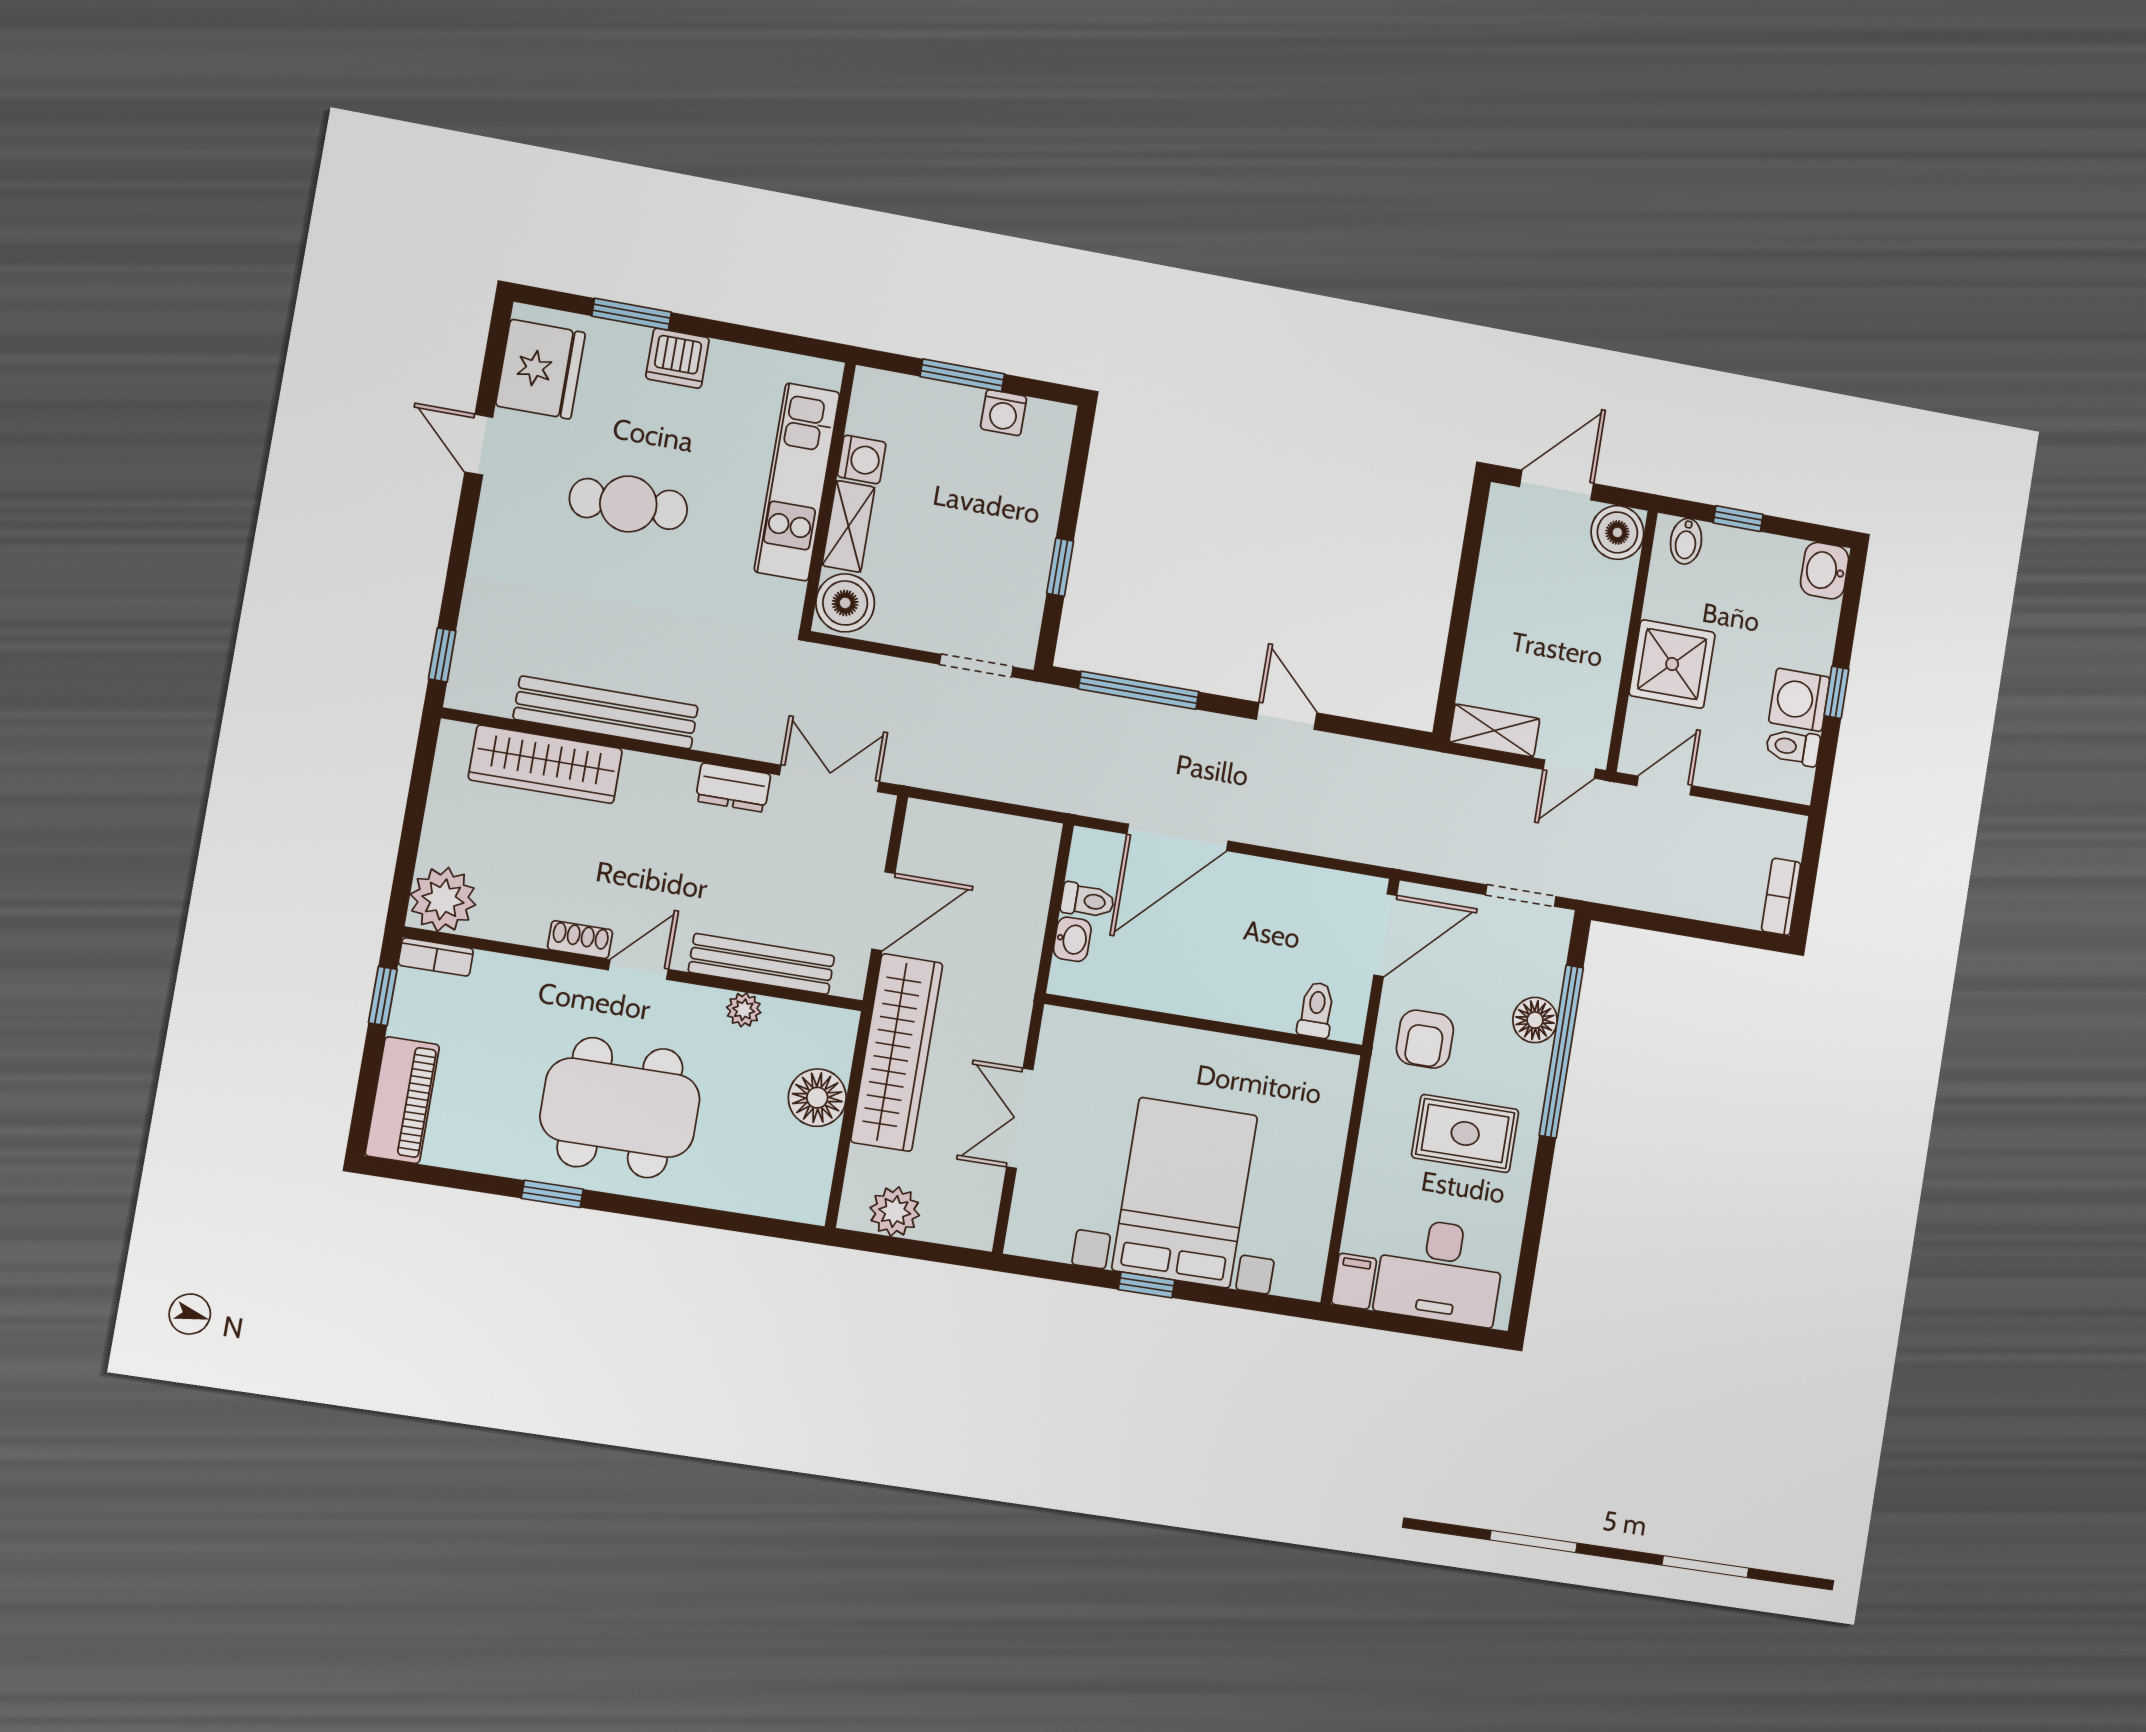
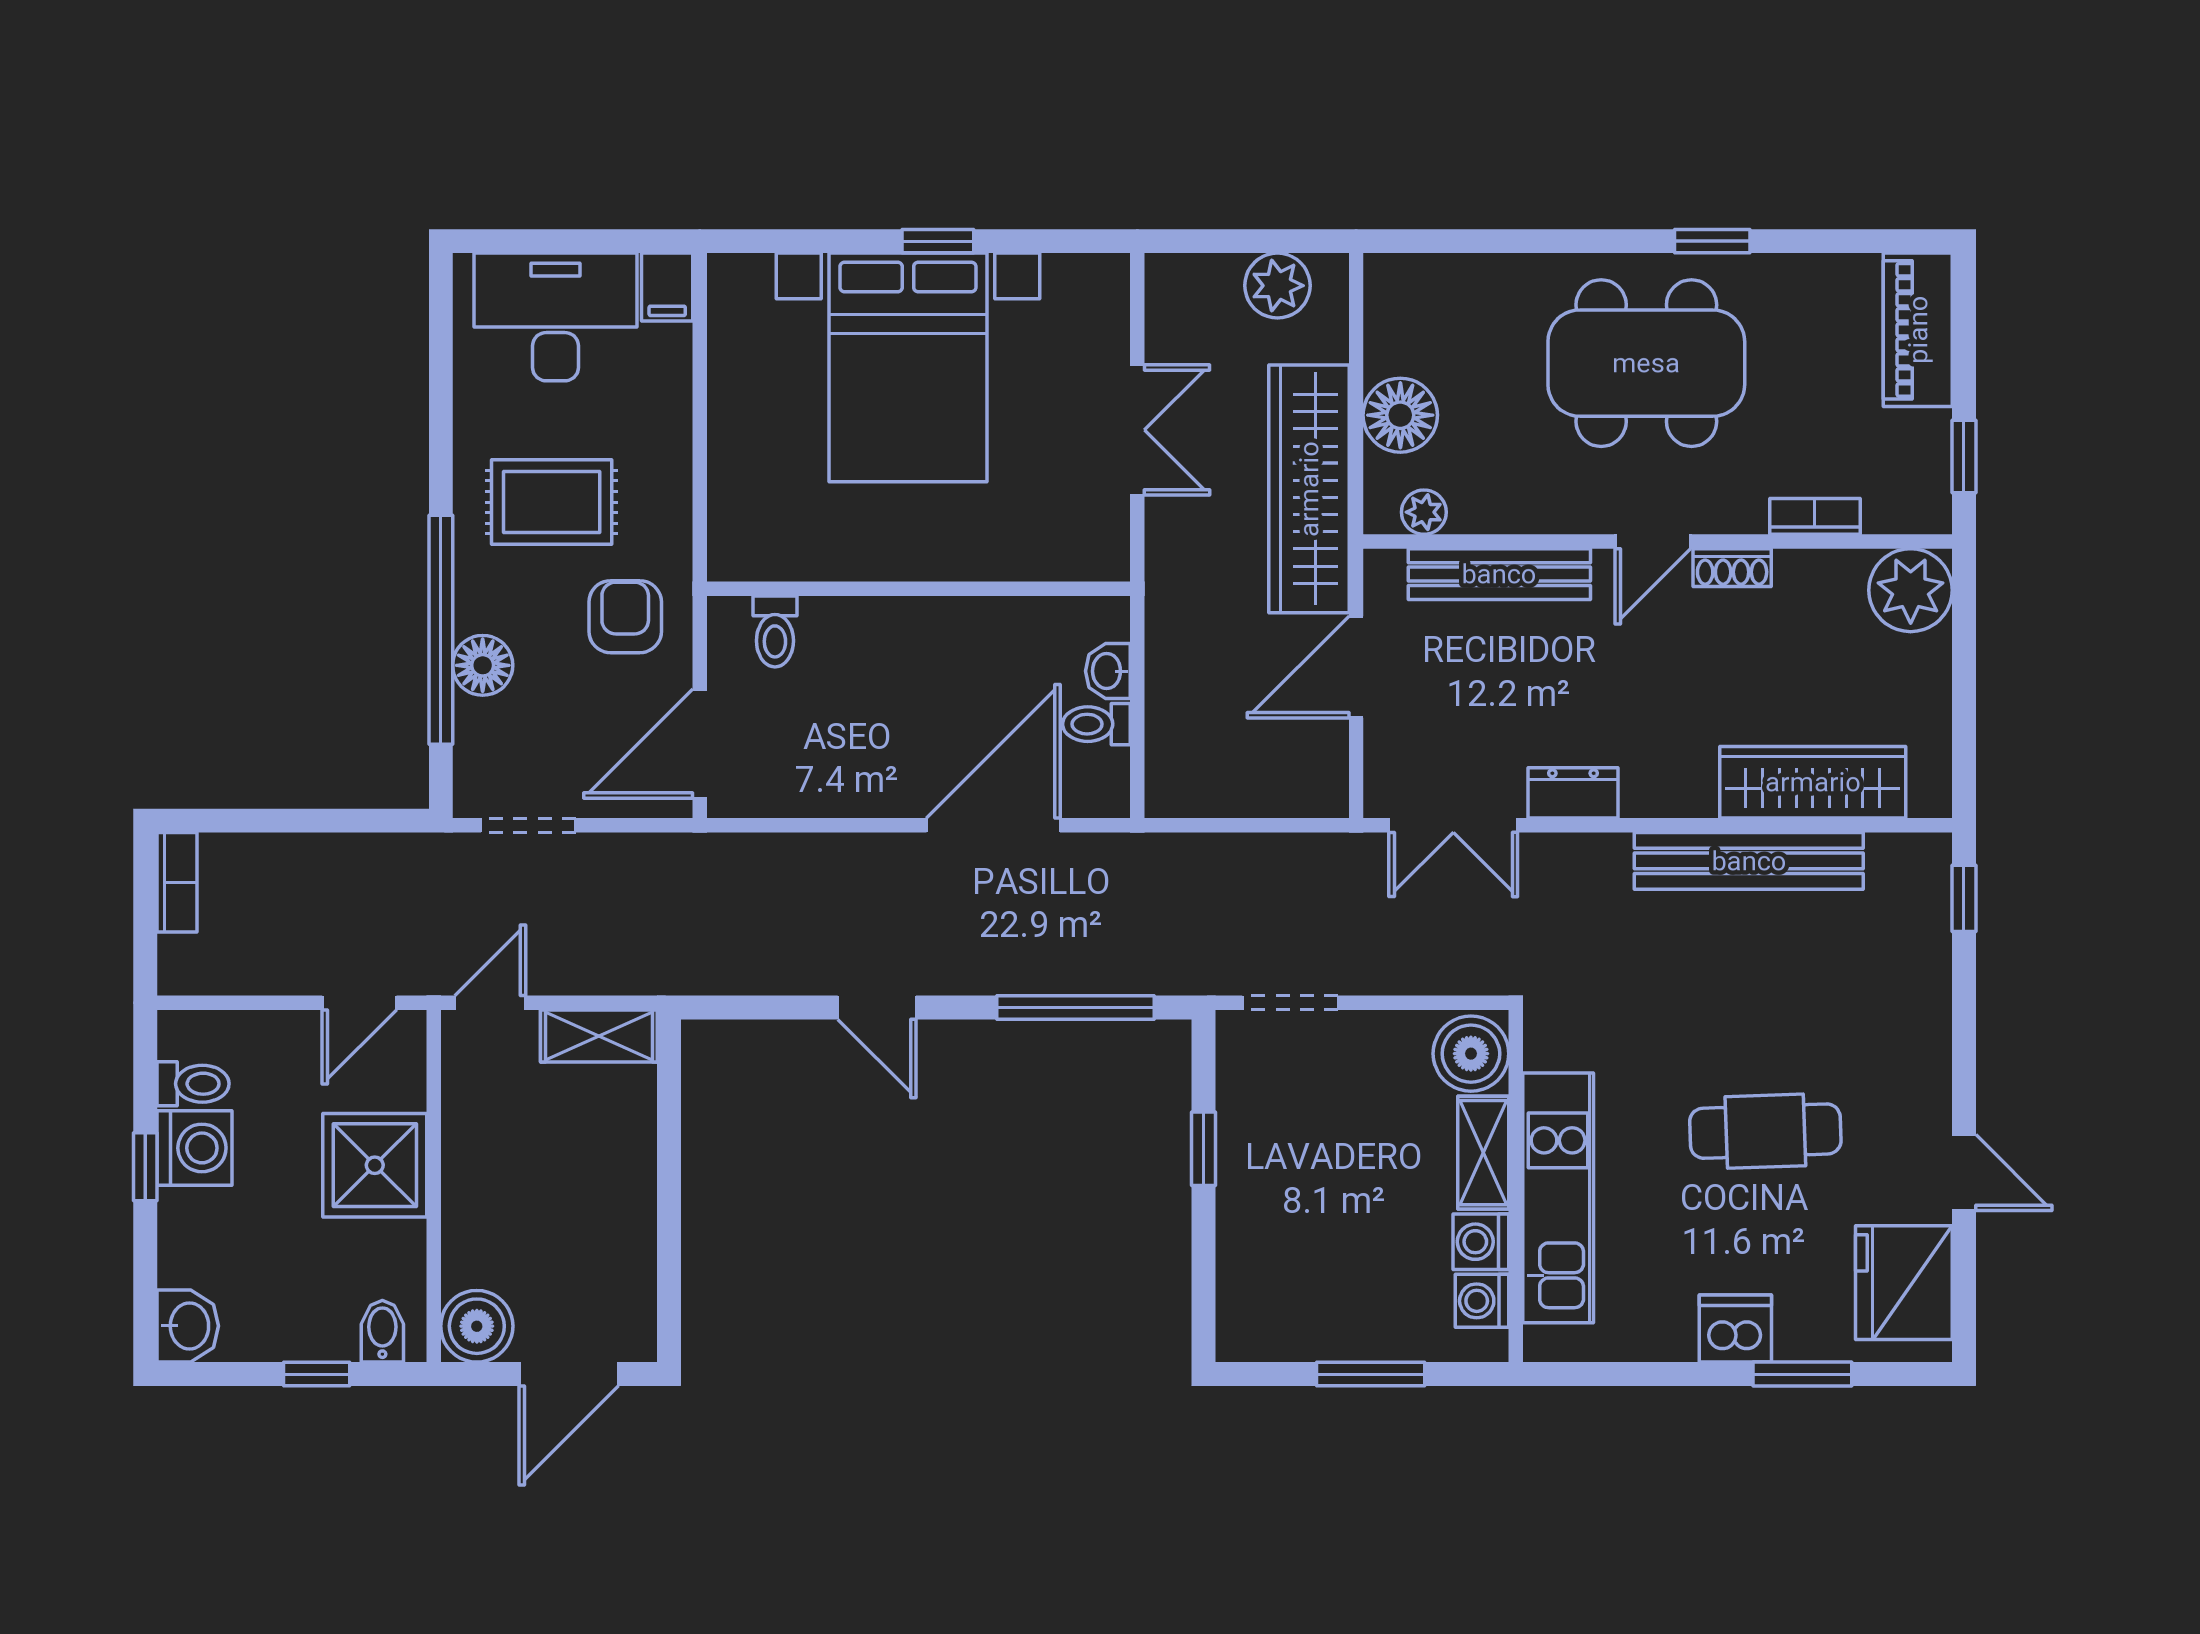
washing machine: (1004, 413) -> (1482, 1301), moved, turned -90
bookcase: (436, 957) -> (1815, 516), moved
plant: (744, 1010) -> (1424, 512), moved

